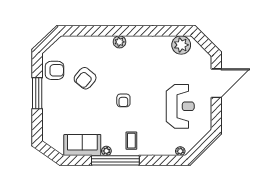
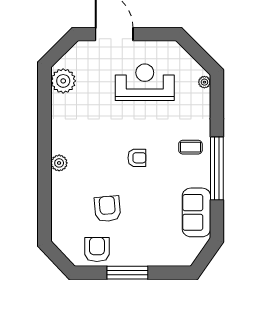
armchair: (85, 78) -> (107, 209), turned -135
plant: (106, 151) -> (204, 180), removed

